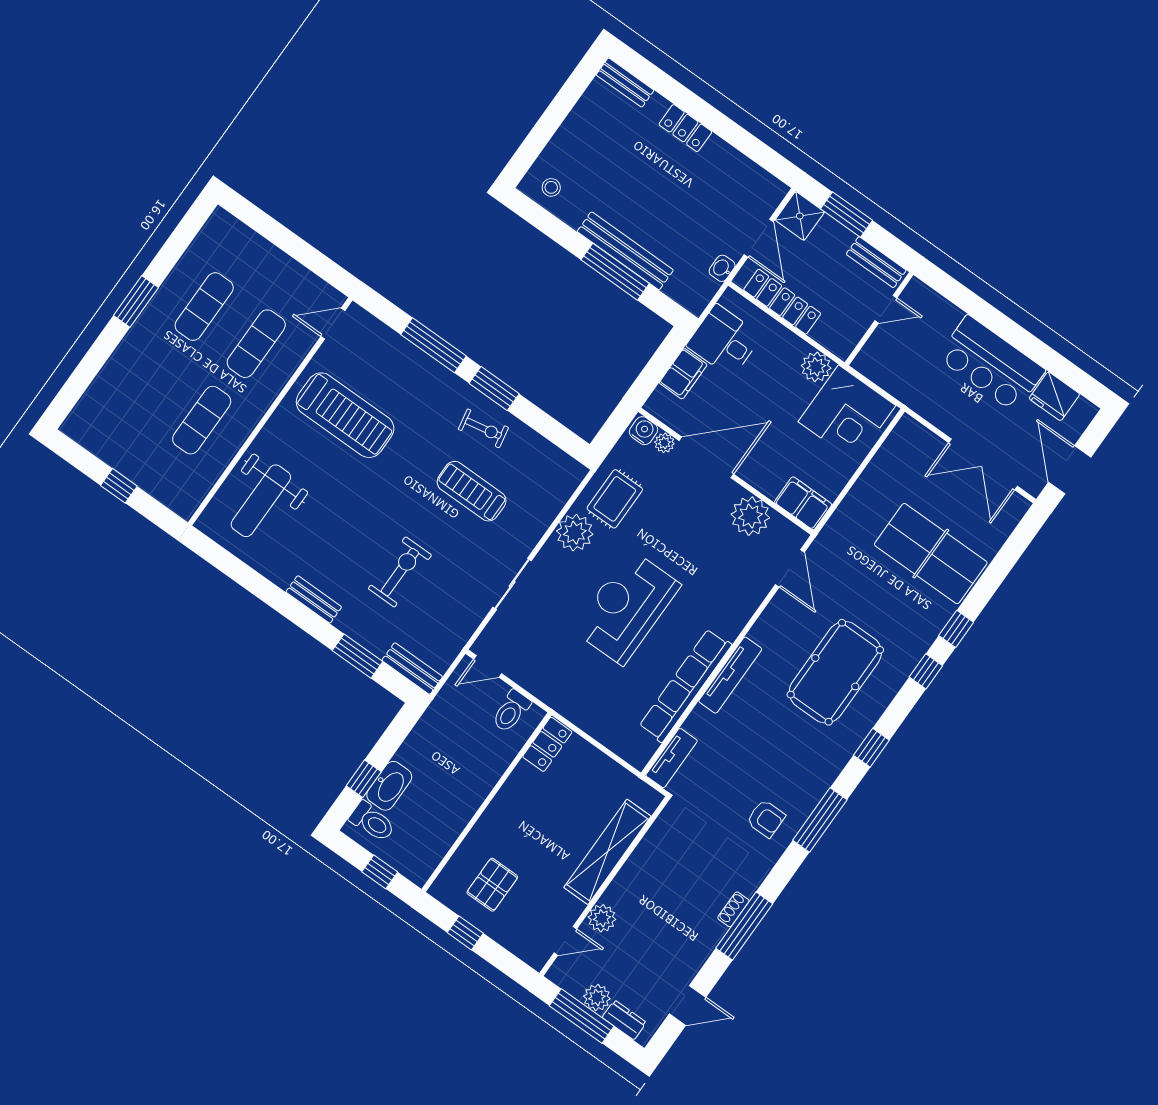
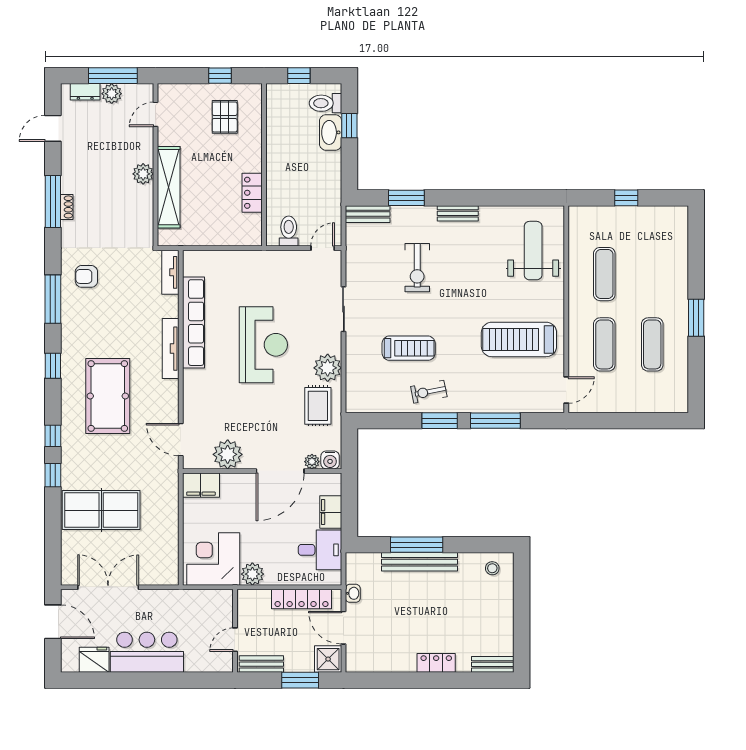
locker: (547, 744) -> (252, 193), moved
plant: (602, 918) -> (143, 174), moved

